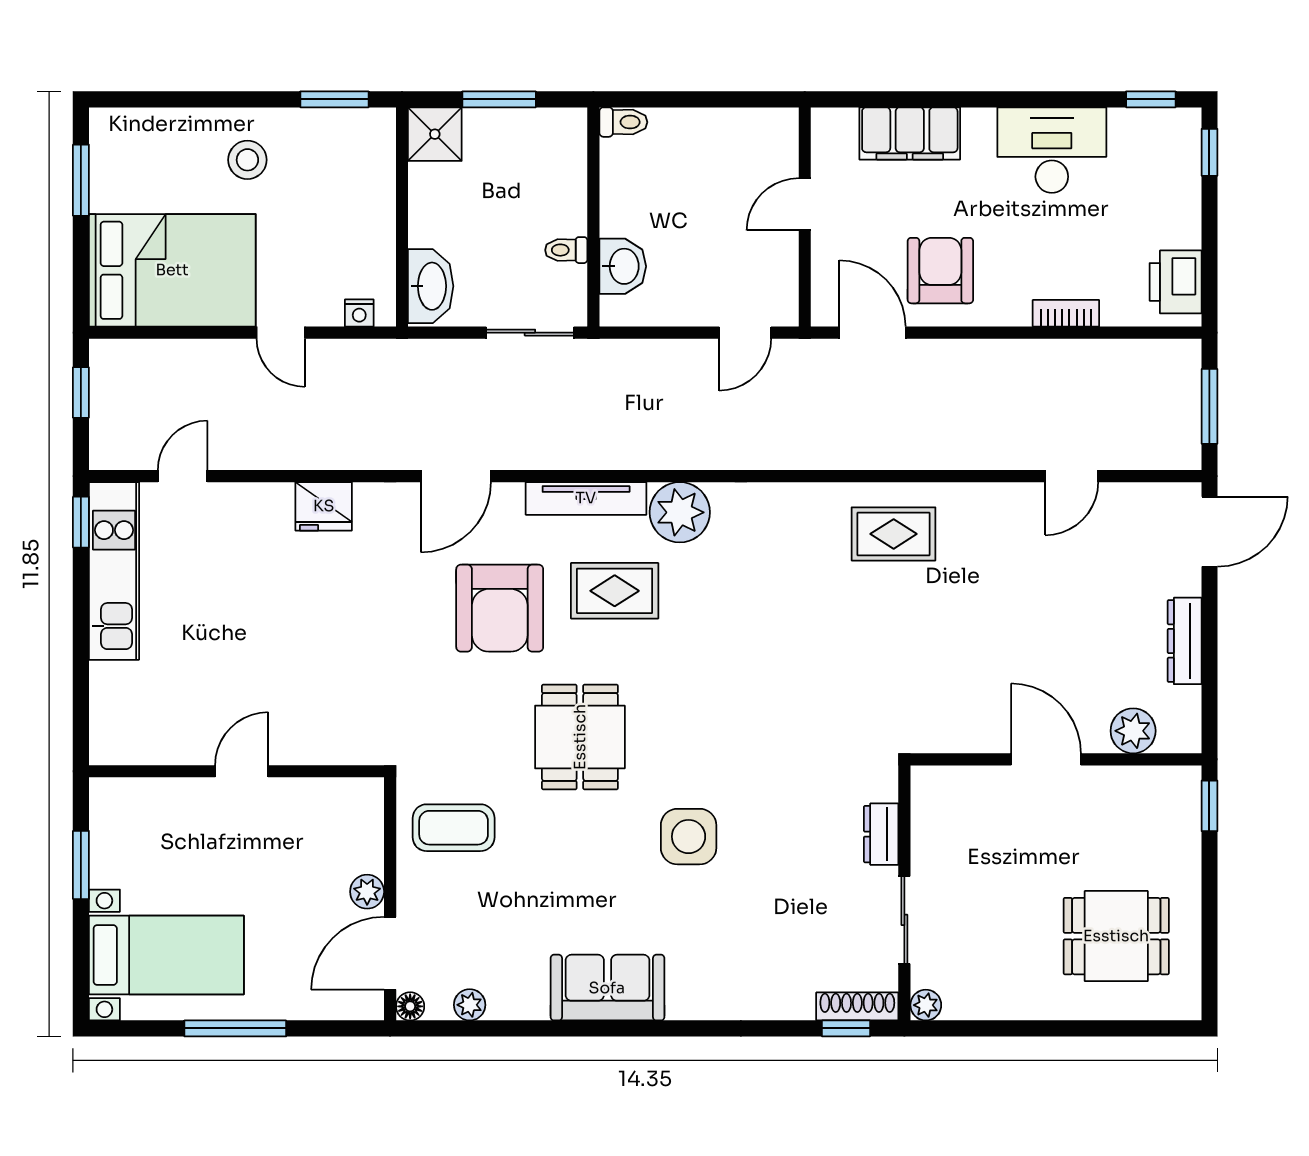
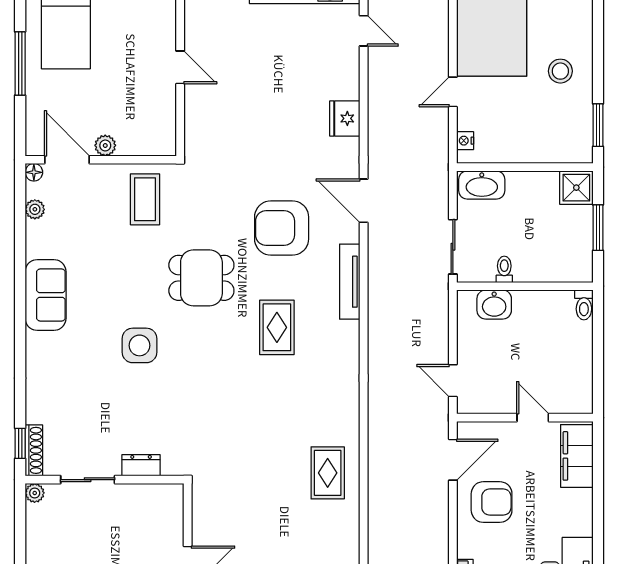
filing cabinet: (910, 133) -> (577, 456), moved
plant: (680, 512) -> (341, 340), removed
rug: (615, 591) -> (277, 327), moved

